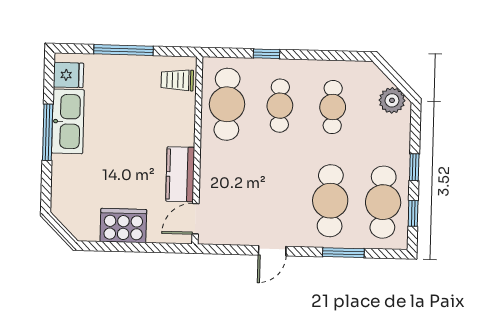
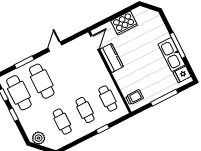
cafe table: (227, 104) -> (108, 98), width x0.73, depth x0.74

